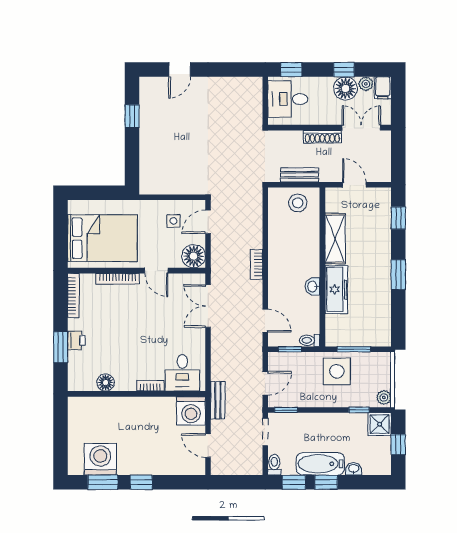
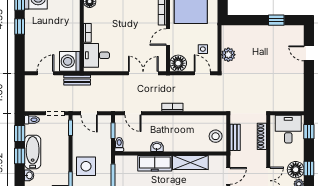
shoe rack: (322, 137) -> (262, 136), moved
plant: (181, 185) -> (228, 55), added
door: (265, 321) -> (133, 113), hinge flipped
side table: (337, 371) -> (86, 166), moved

